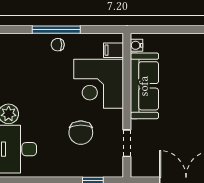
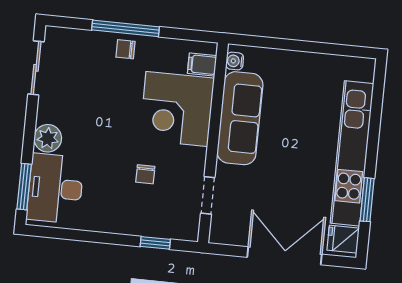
chair: (81, 133) -> (145, 174), width x0.54, depth x0.54

